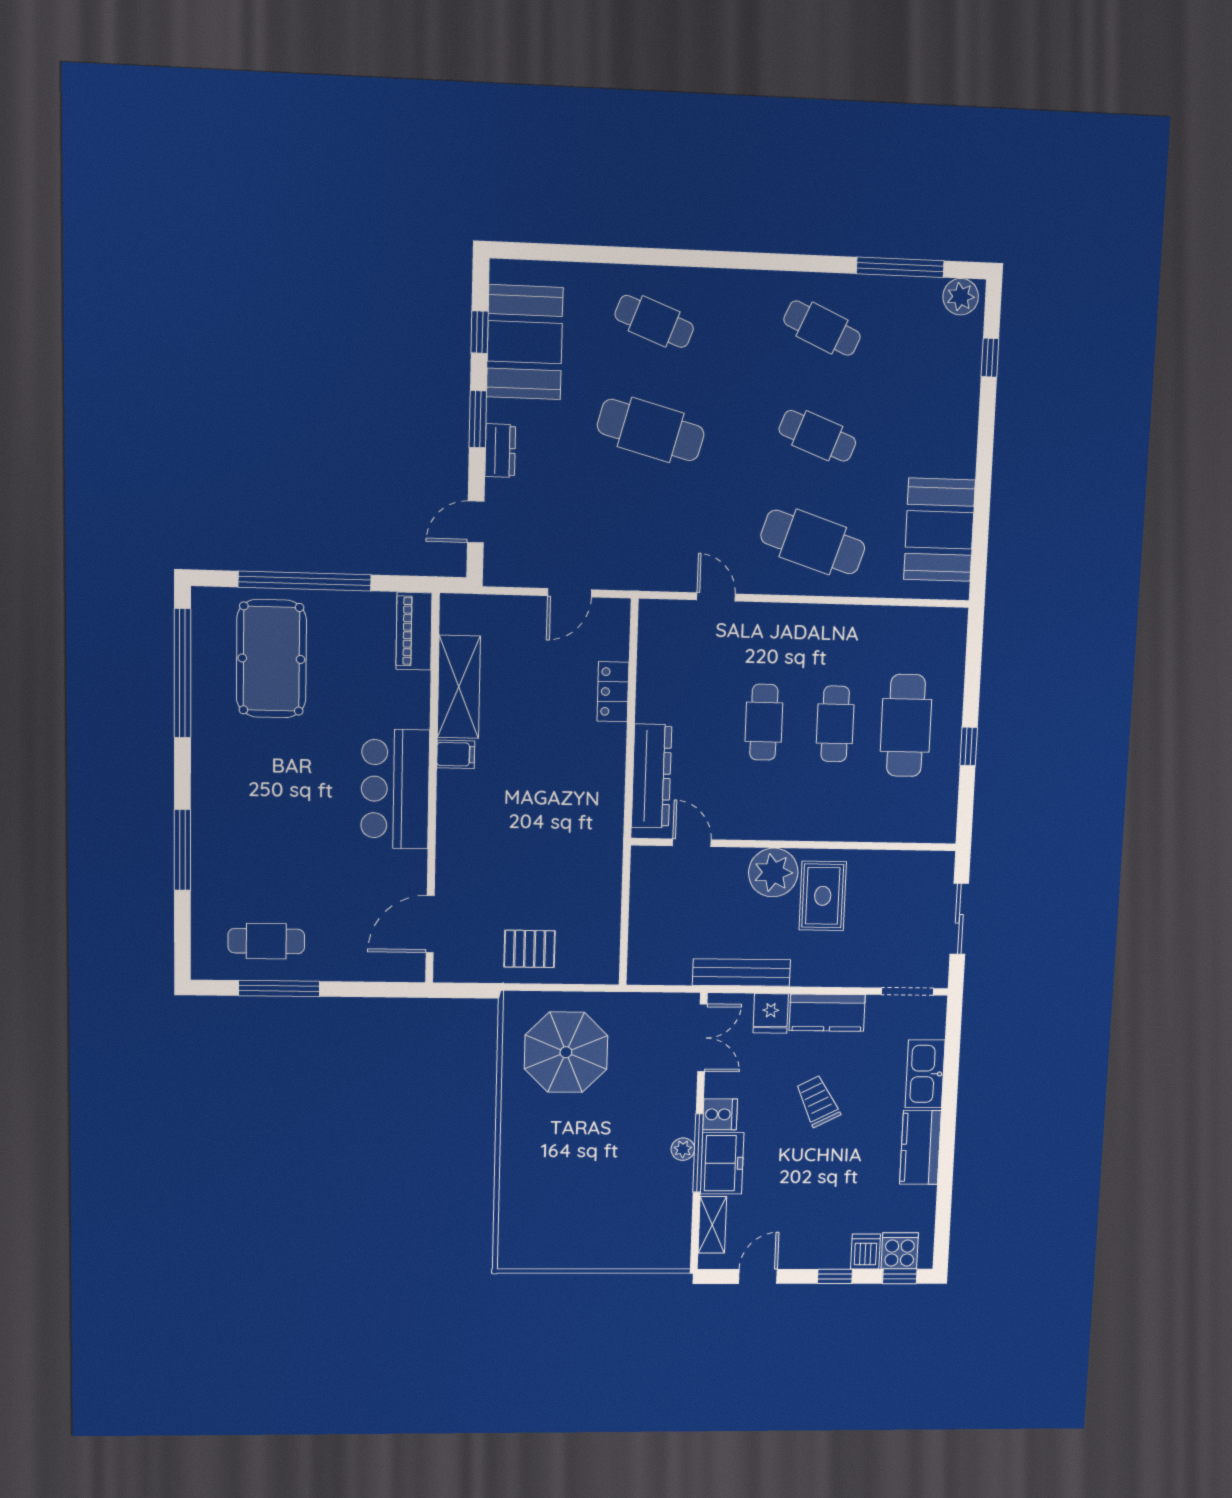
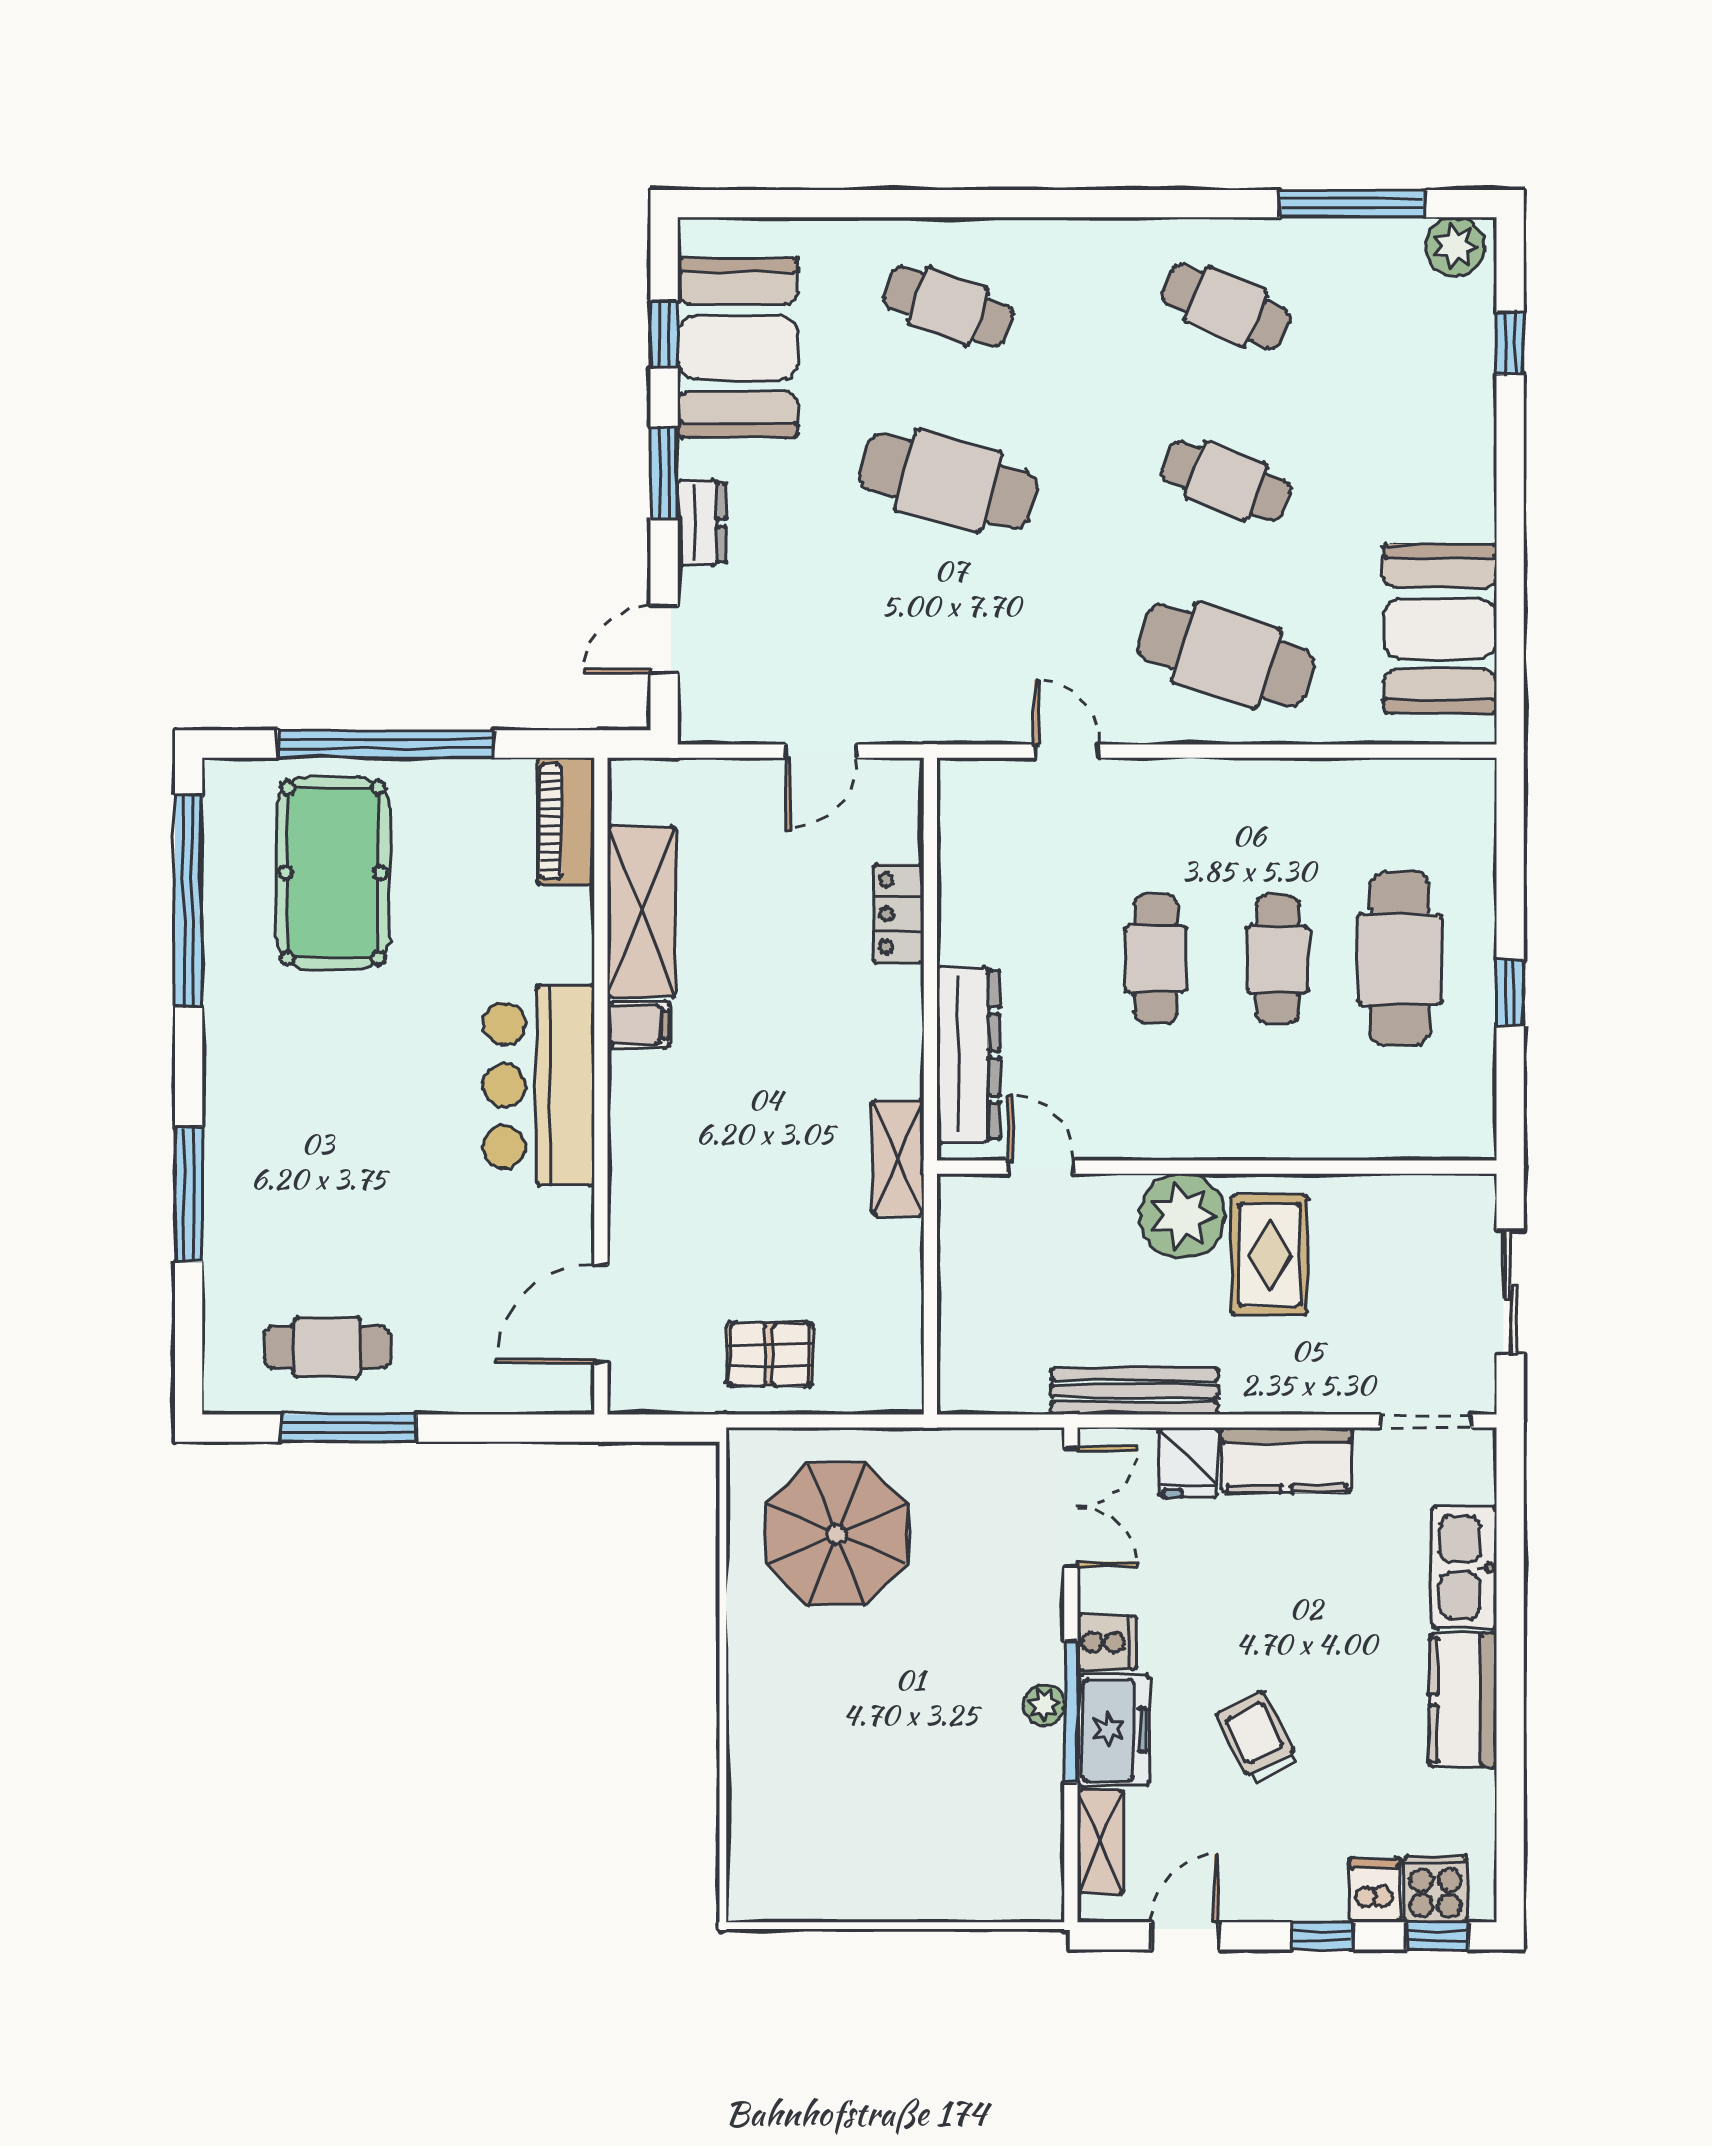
shelving: (608, 836) -> (898, 1158), added
trolley: (818, 1101) -> (1257, 1738), moved

